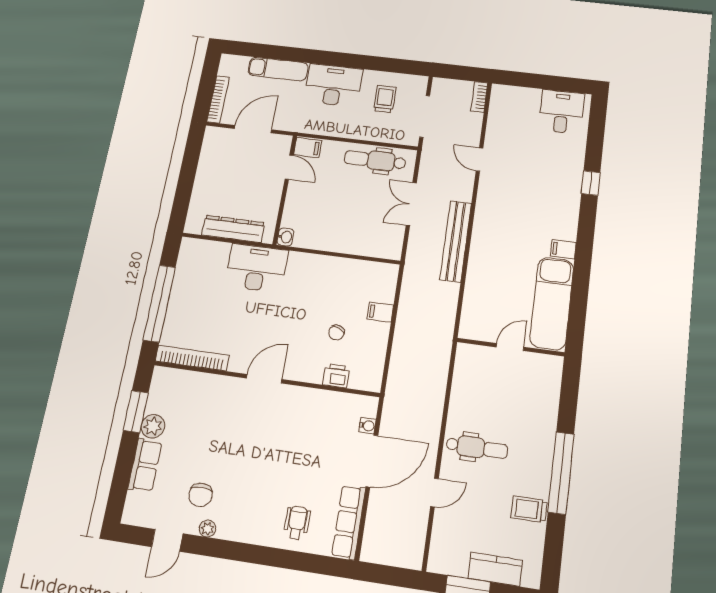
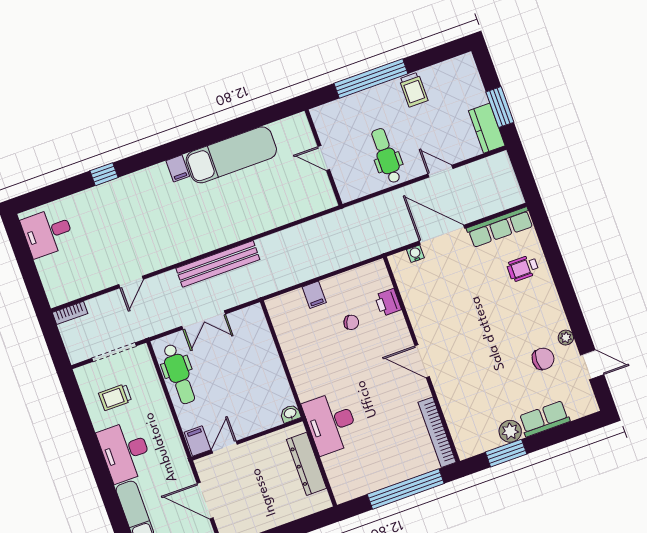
door: (510, 347) -> (324, 158), moved
wall: (511, 347) -> (324, 157), moved
kitchen counter: (495, 569) -> (487, 128), moved

